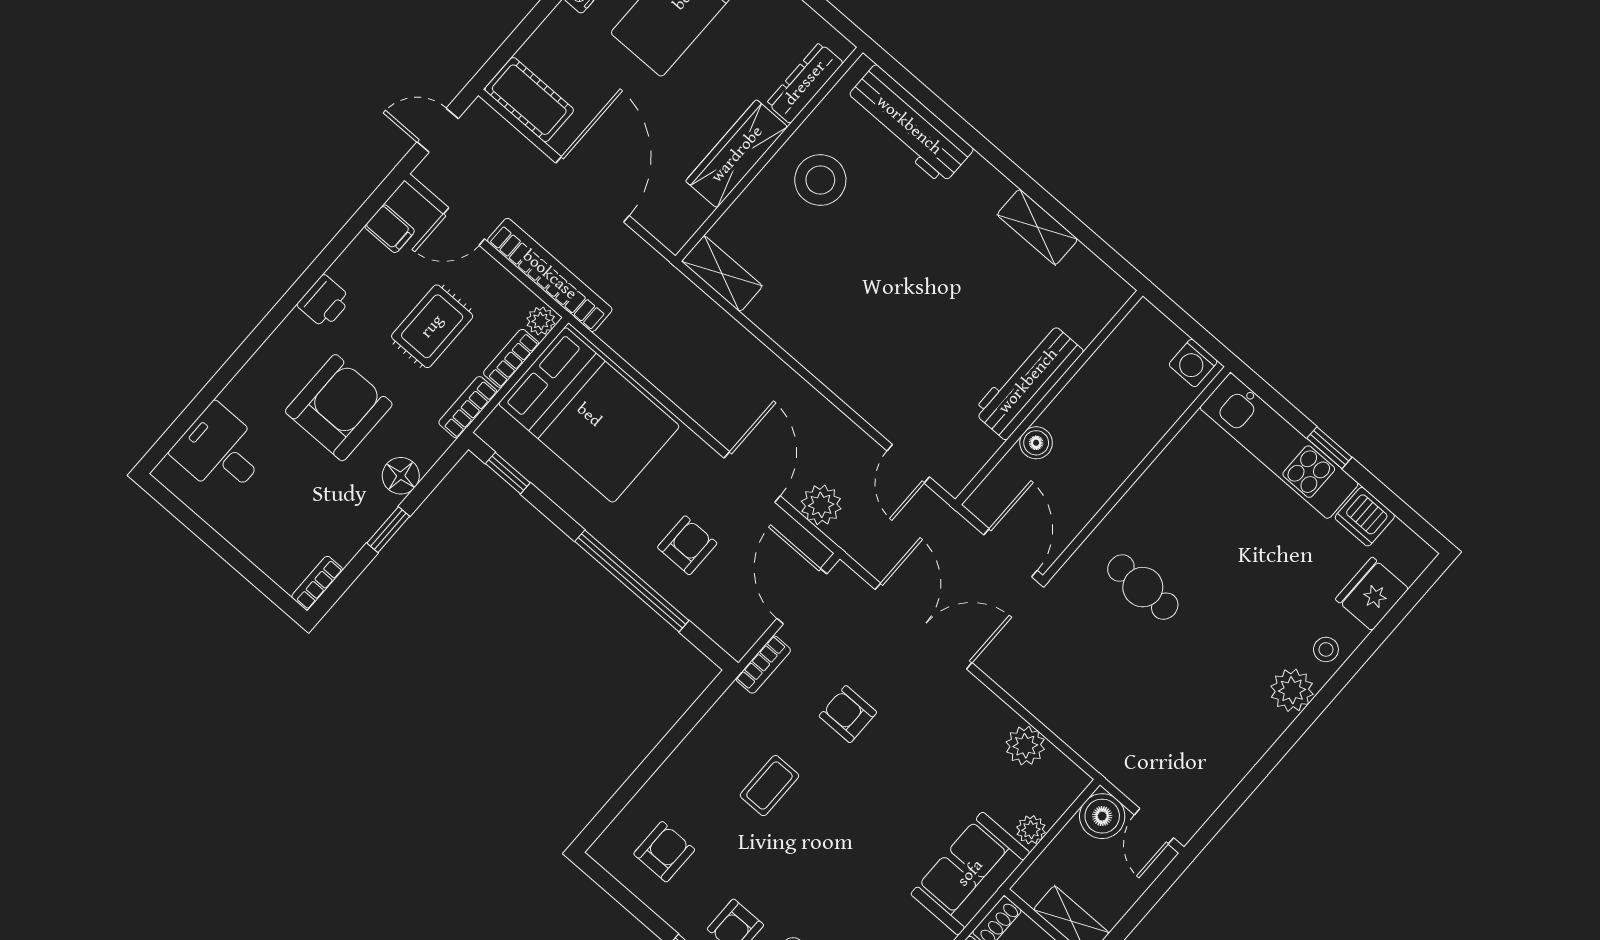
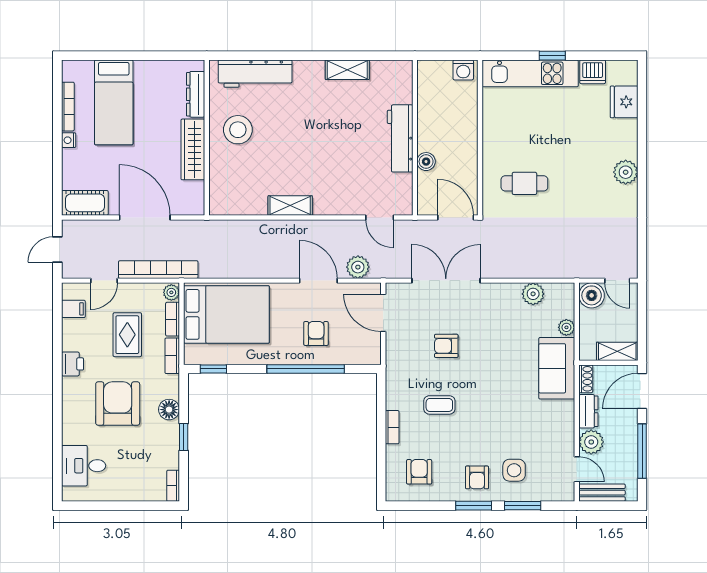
shelving: (722, 274) -> (290, 206), moved
stool: (1326, 649) -> (625, 142), removed
bookcase: (763, 665) -> (392, 427), moved
coffee table: (769, 786) -> (439, 405), turned 90

